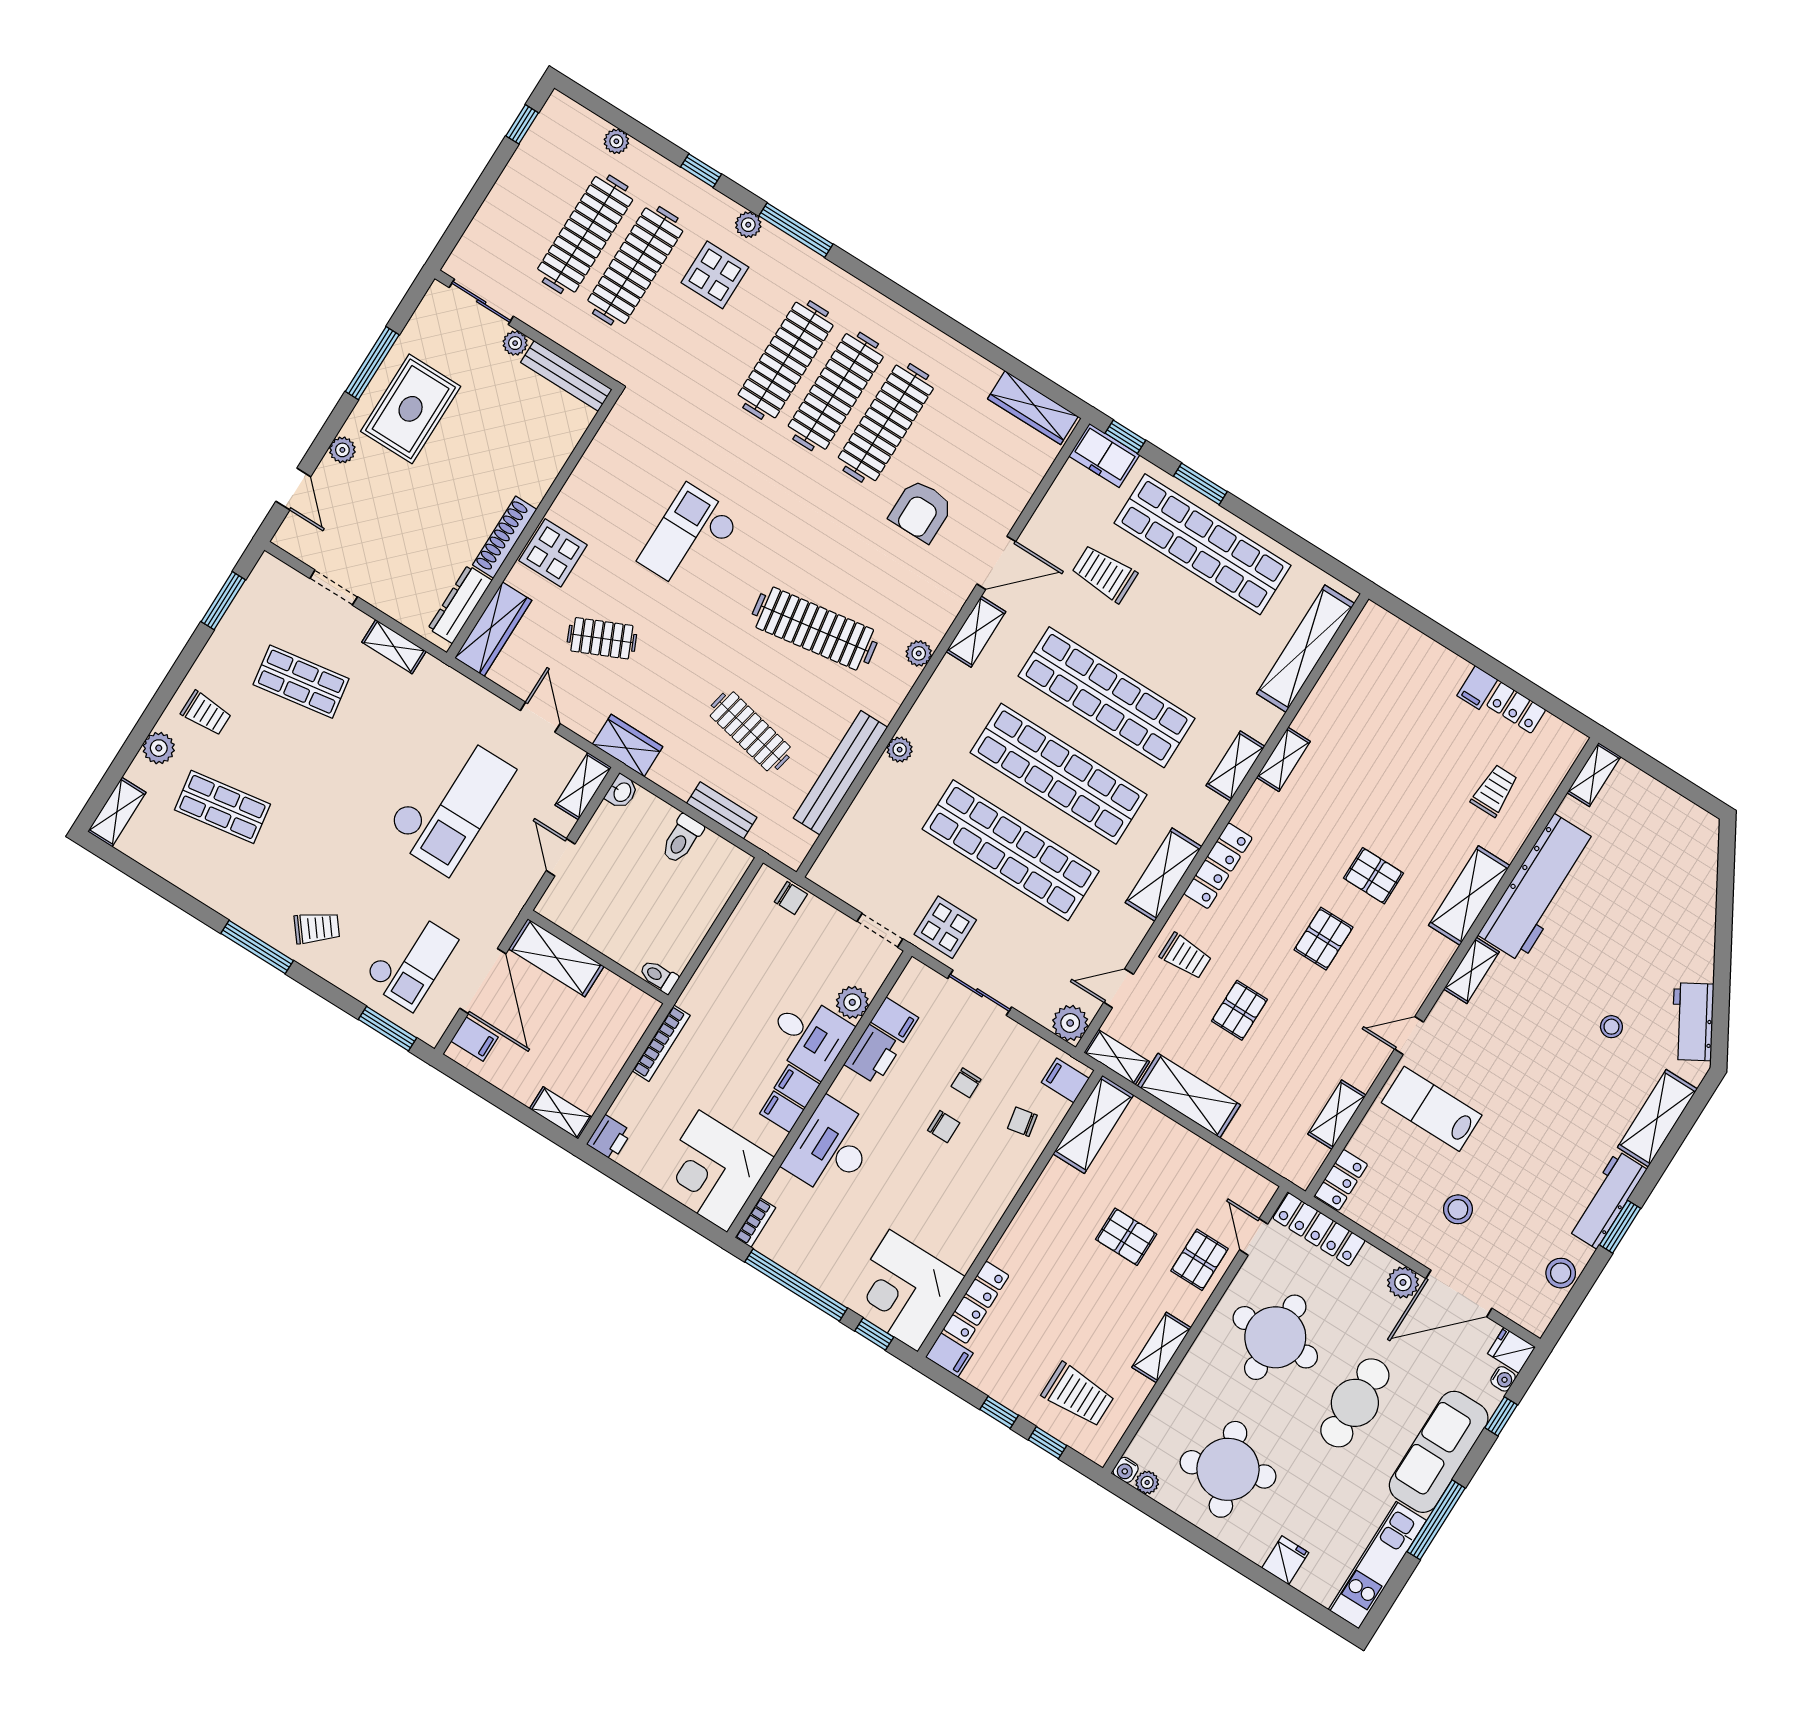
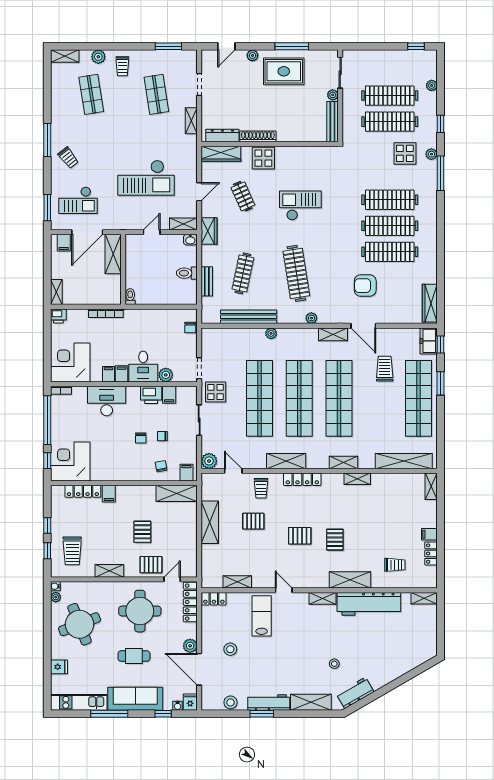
shelving: (1117, 1057) -> (431, 486), moved
filing cabinet: (949, 1355) -> (109, 494), moved
cafe table: (1355, 1403) -> (134, 656), width x0.73, depth x0.74

